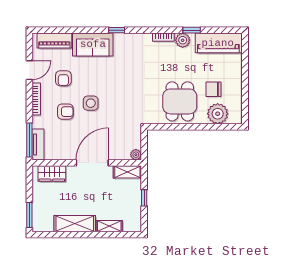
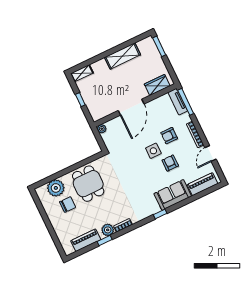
piano: (218, 43) -> (86, 240), width x0.73, depth x0.75
armchair: (63, 78) -> (170, 163), moved
shelving: (127, 172) -> (102, 113), removed
shelving: (109, 226) -> (82, 73), moved

